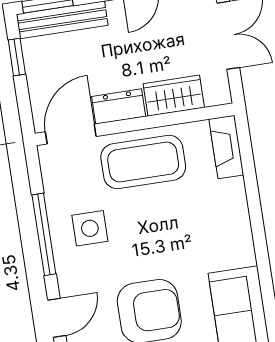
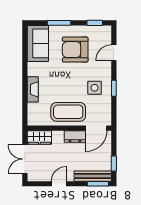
wardrobe: (174, 96) -> (39, 137), moved
fireplace: (226, 147) -> (33, 89), moved
window: (44, 234) -> (114, 88), width x0.46

